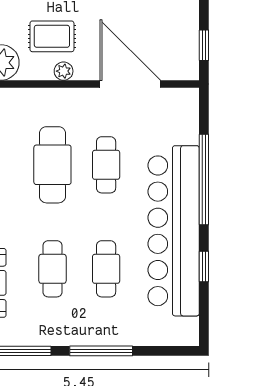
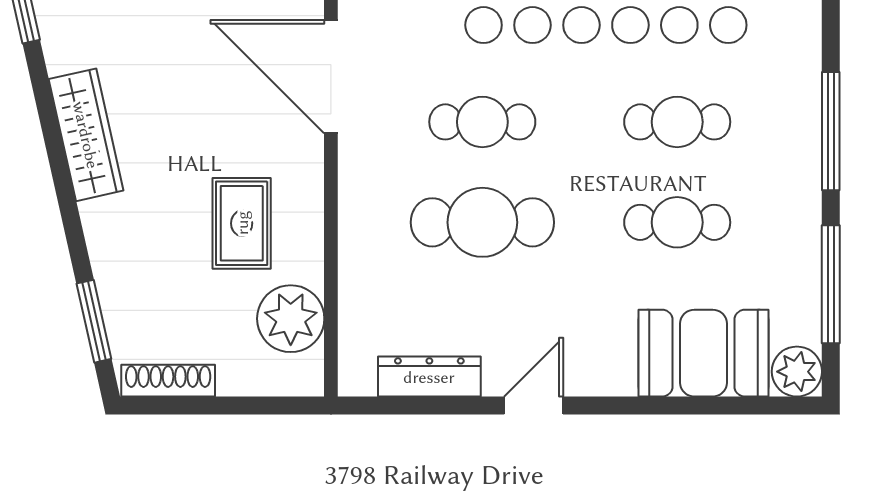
plant: (64, 71) -> (307, 202), removed
door: (130, 84) -> (331, 77), hinge flipped

